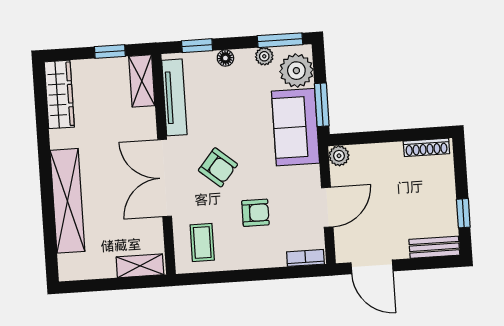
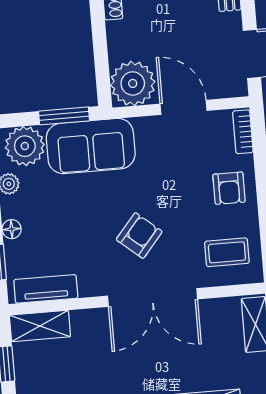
tv unit: (174, 97) -> (46, 289), width x0.71
plant: (339, 156) -> (133, 83), width x1.87, depth x1.87
armchair: (255, 213) -> (229, 188), moved, turned 180

